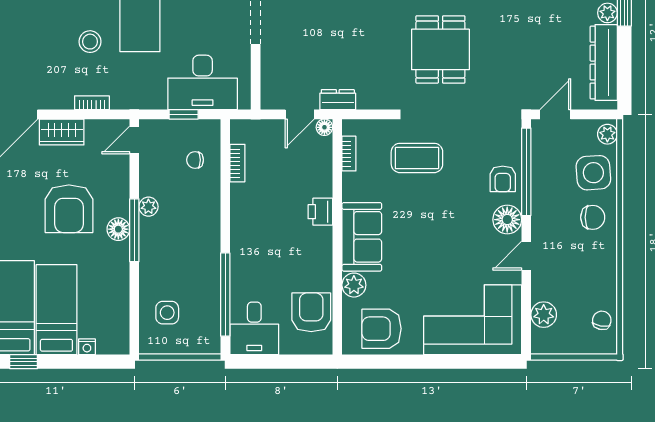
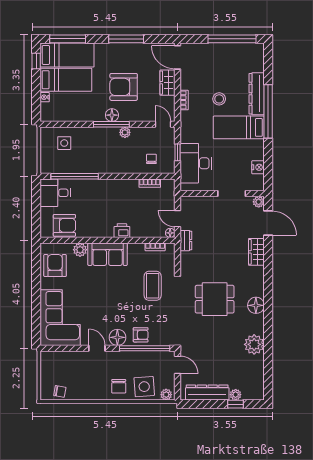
armchair: (503, 179) -> (141, 335), turned 180
plant: (544, 315) -> (63, 358), removed

